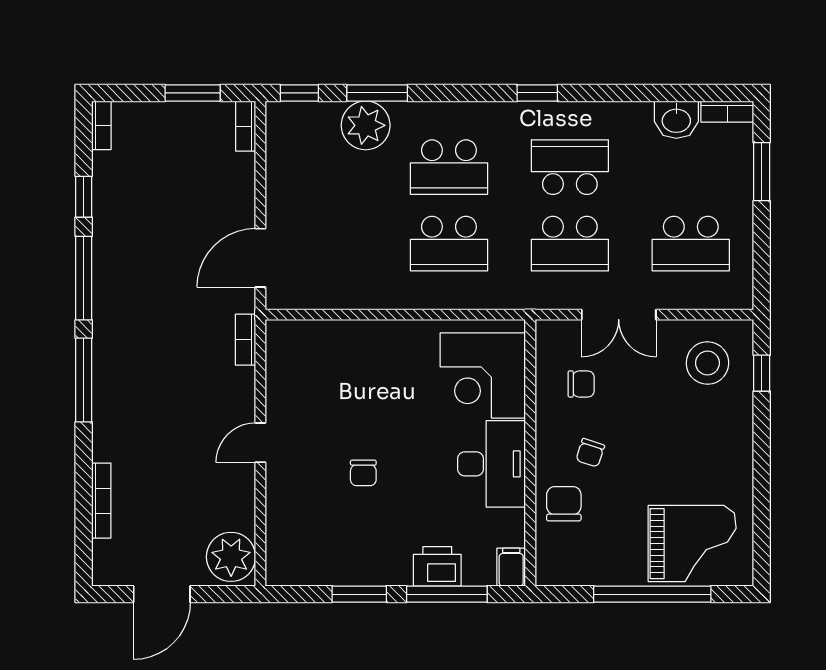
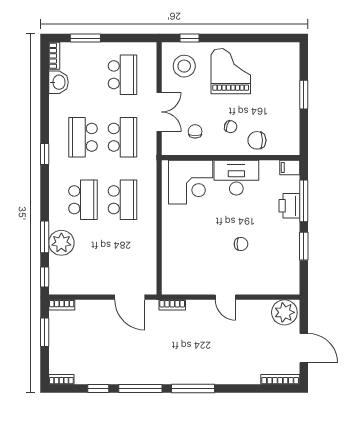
bookcase: (101, 501) -> (280, 379), moved
grand piano: (692, 544) -> (231, 71), moved
window: (652, 594) -> (304, 95), width x0.47

